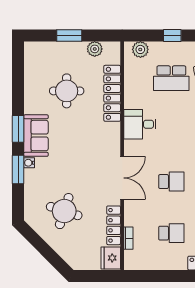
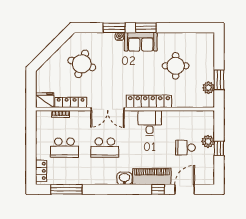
window: (69, 35) -> (219, 80), moved
plant: (140, 49) -> (208, 141), moved
school desk: (171, 78) -> (186, 148), width x0.54
locker: (112, 93) -> (149, 101), moved
school desk: (171, 182) -> (105, 148), width x1.85
school desk: (171, 233) -> (64, 148), width x1.85

